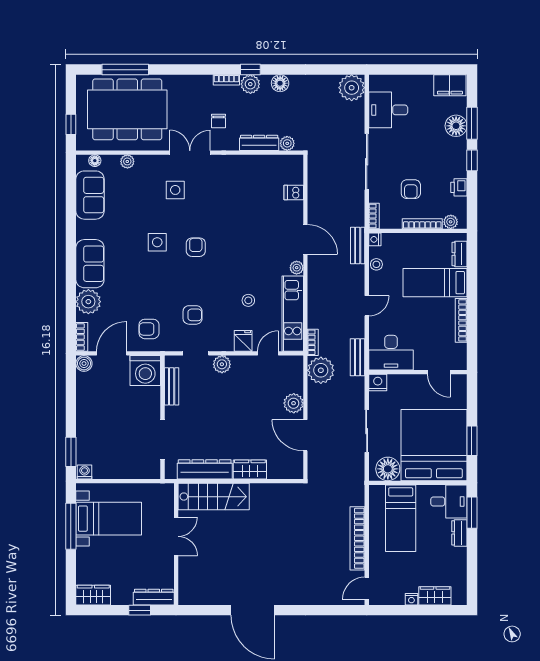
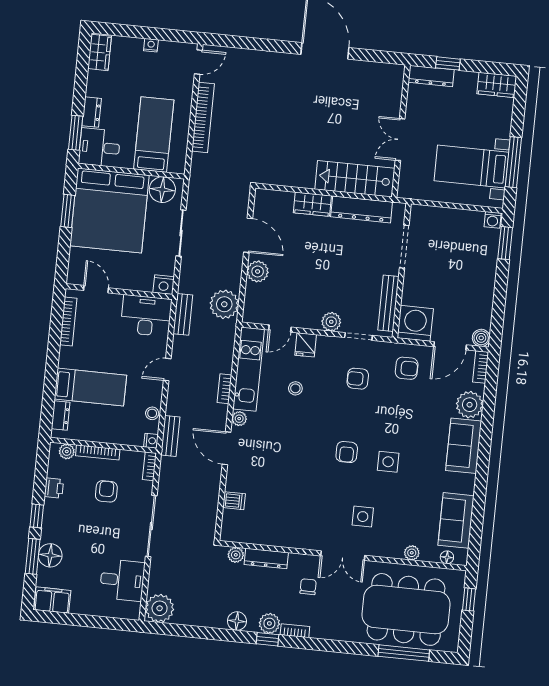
bookcase: (461, 320) -> (68, 321), moved
bookcase: (313, 342) -> (224, 389), moved
bench: (172, 386) -> (388, 303), width x1.36
wardrobe: (435, 596) -> (100, 52), moved, turned -90

